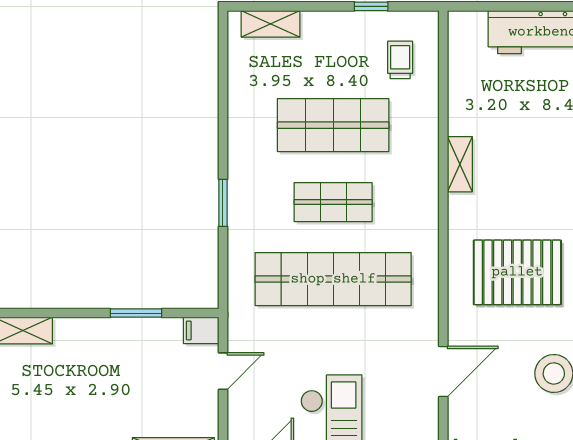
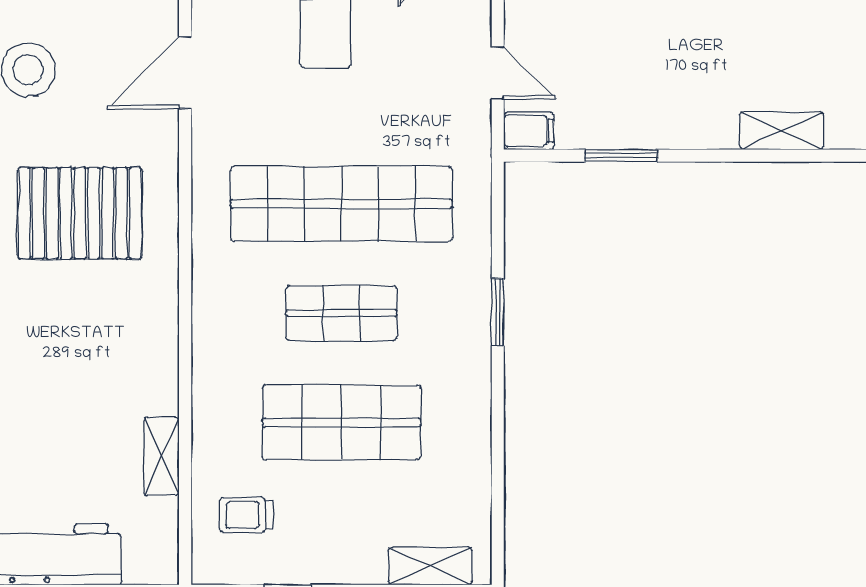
trolley: (400, 60) -> (246, 515), turned 90
shelving: (460, 164) -> (161, 456), moved
door: (223, 371) -> (498, 73), swing flipped

